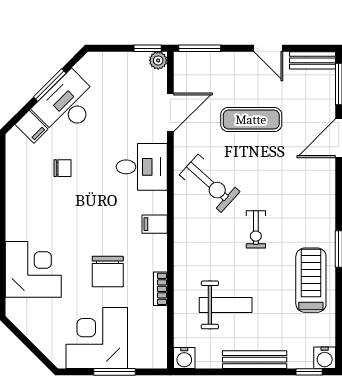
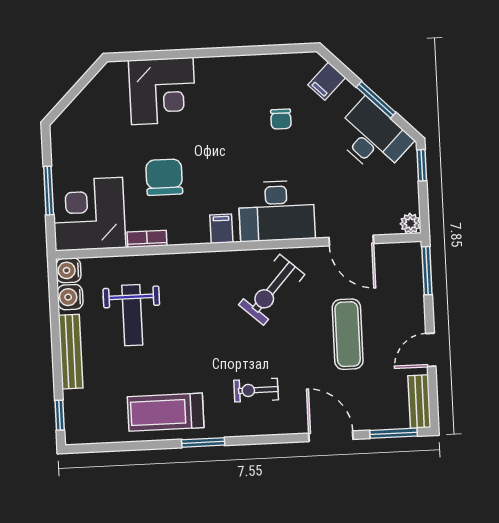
window: (148, 48) -> (422, 165), moved
desk: (67, 105) -> (373, 137), moved
desk: (142, 167) -> (277, 211), width x1.37
exercise bike: (256, 229) -> (256, 390), moved
chair: (108, 271) -> (164, 177), turned 90
treadmill: (311, 280) -> (166, 412), turned 180
corner desk: (97, 338) -> (89, 214), moved, turned -90
water cooler: (325, 358) -> (70, 297), moved

